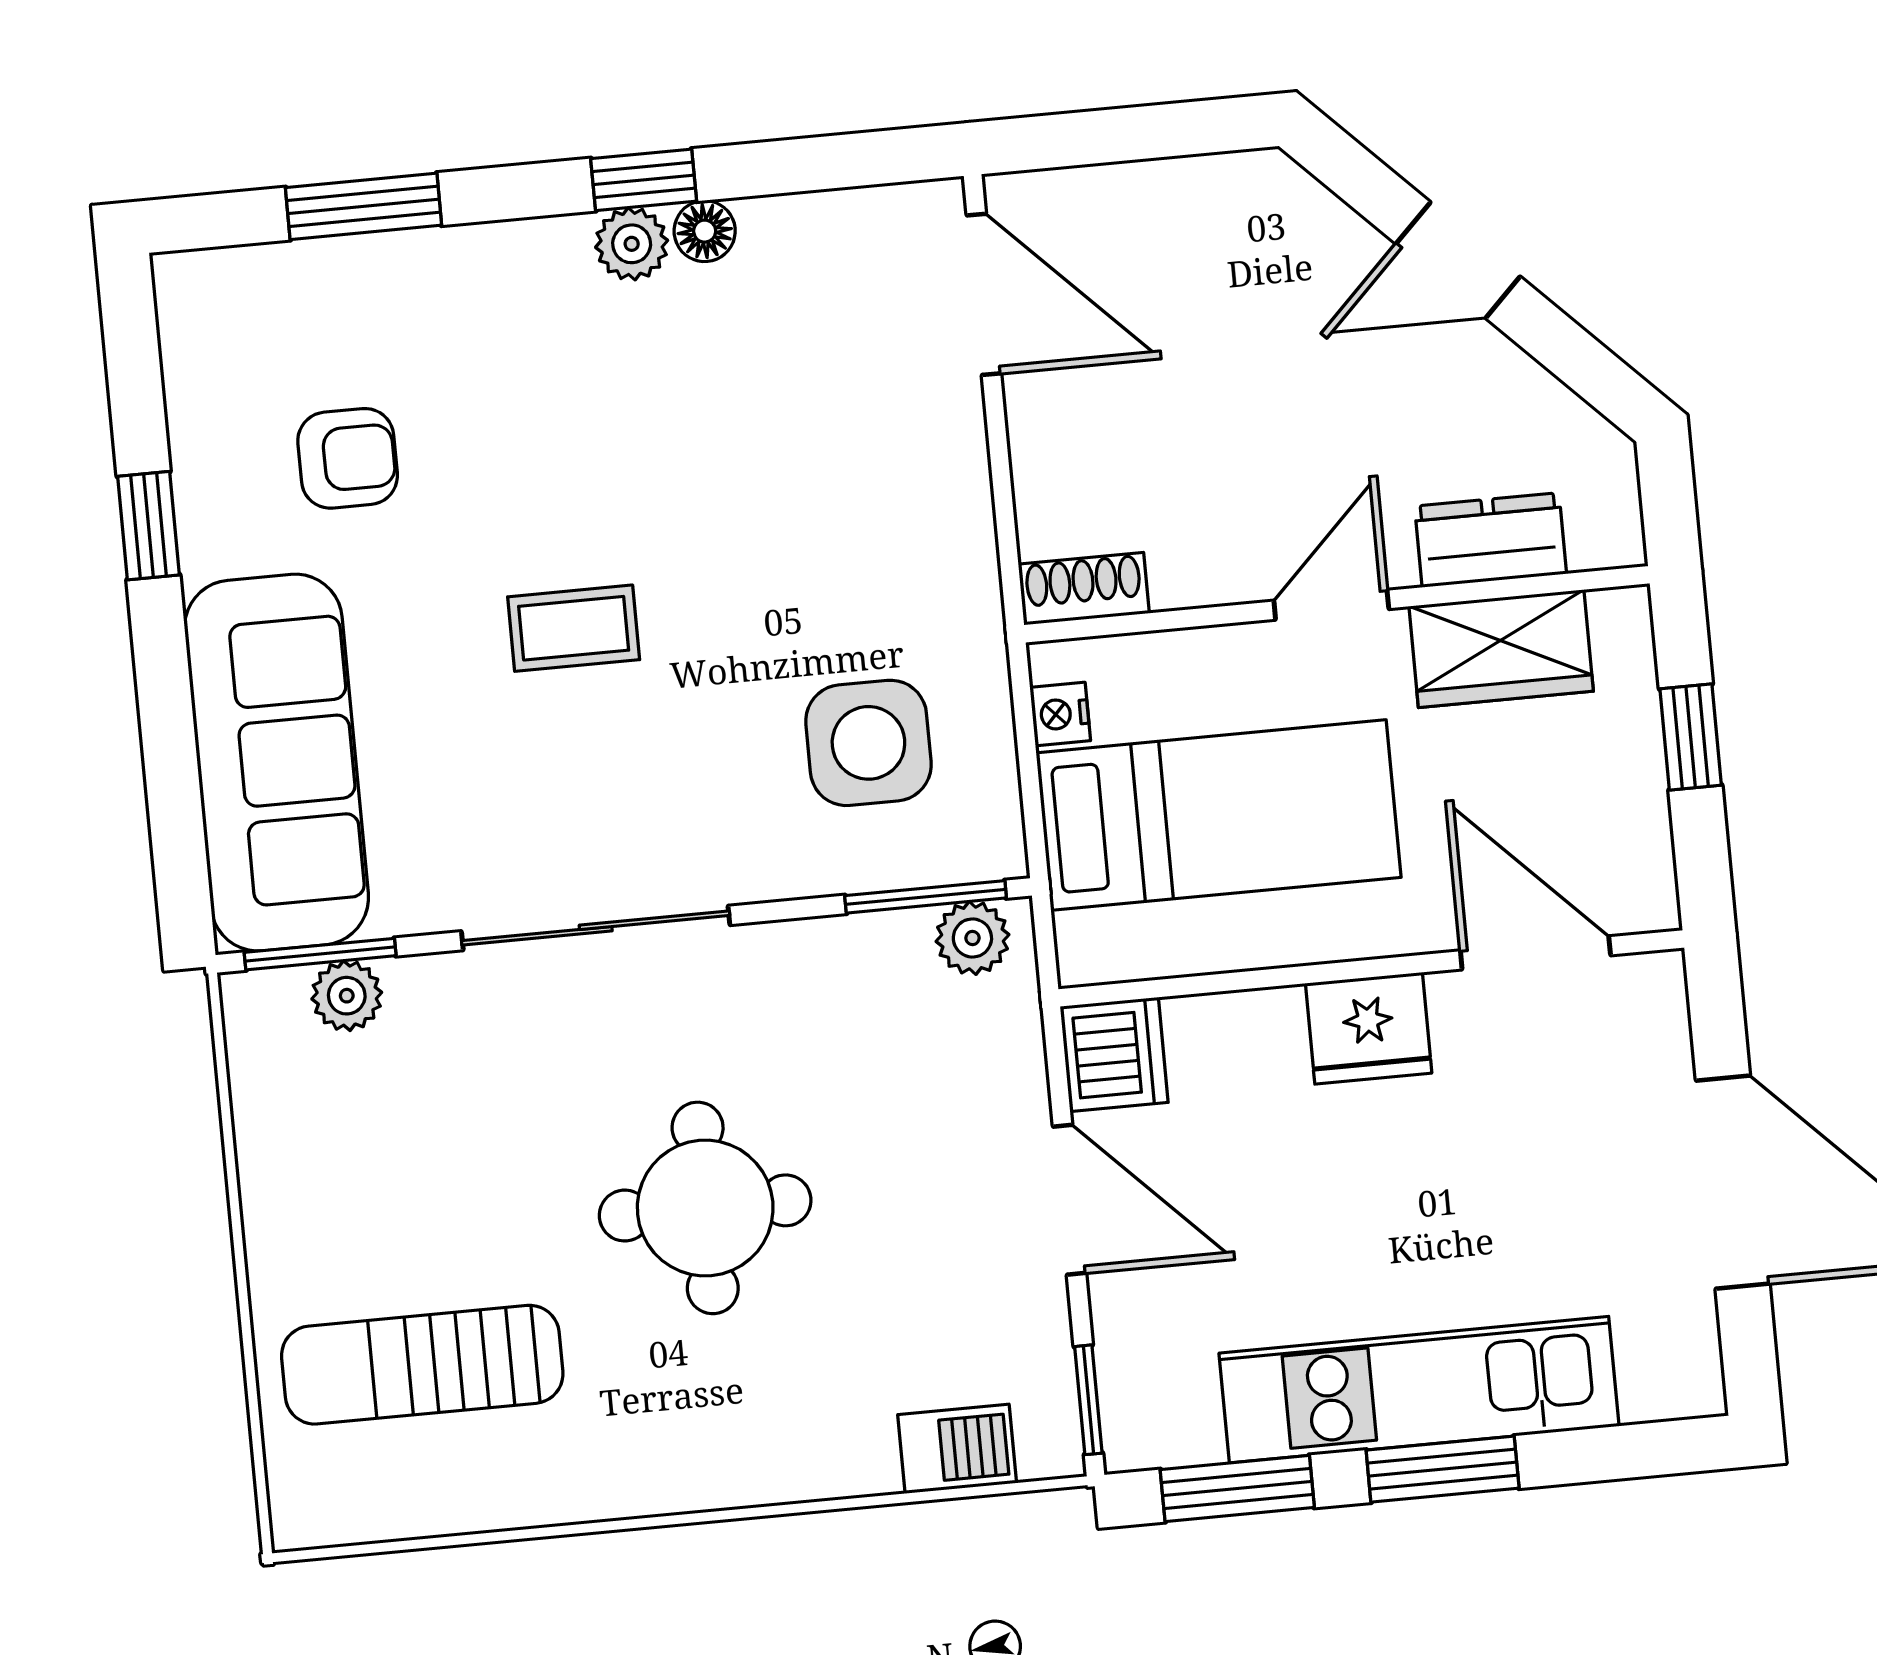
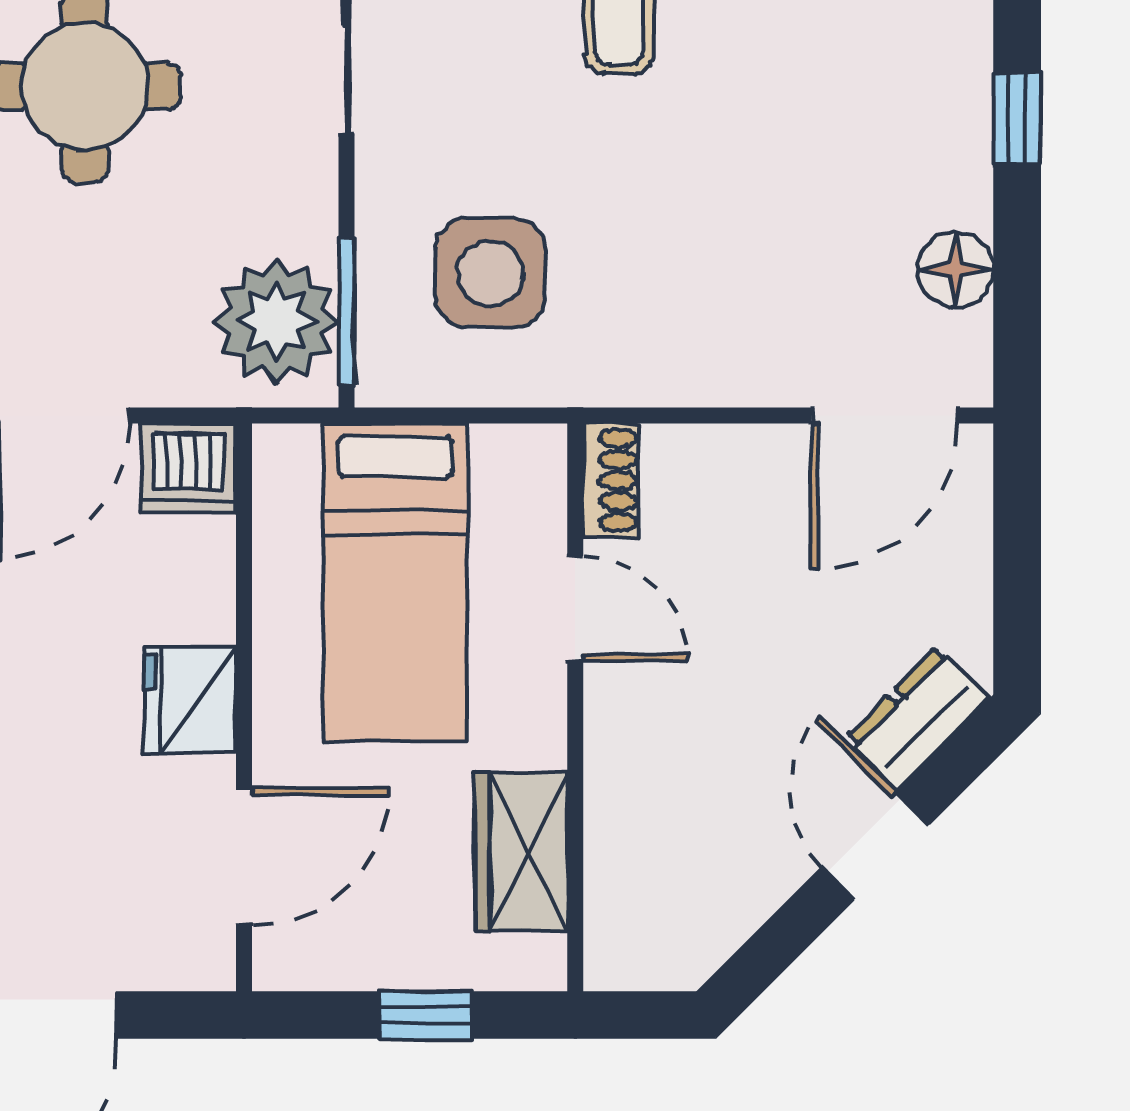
floor lamp: (705, 231) -> (955, 270), moved, width x1.37, depth x1.37
plant: (632, 244) -> (960, 102), removed
dresser: (1490, 540) -> (918, 718), moved, turned -135
door: (1331, 605) -> (575, 608), moved
nightstand: (1060, 714) -> (500, 449), removed
plant: (972, 938) -> (276, 321), width x1.87, depth x1.87

